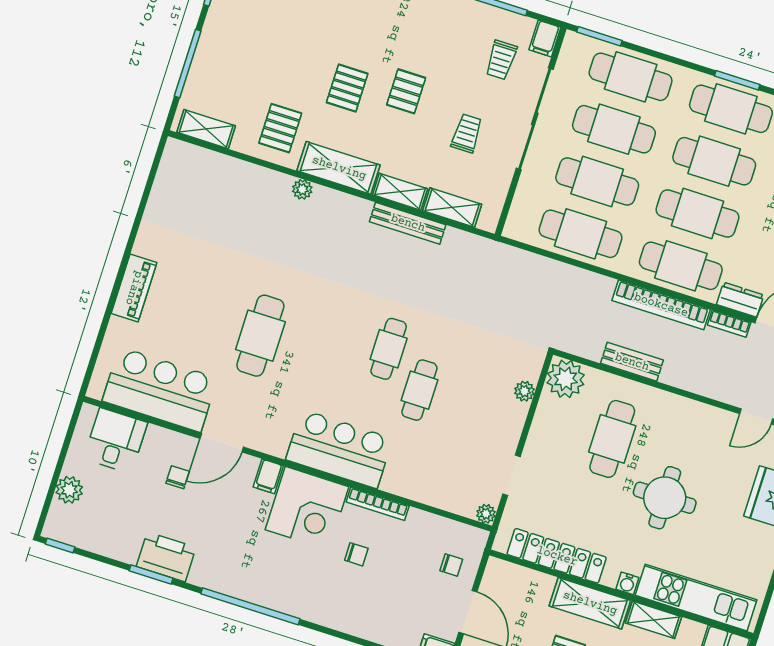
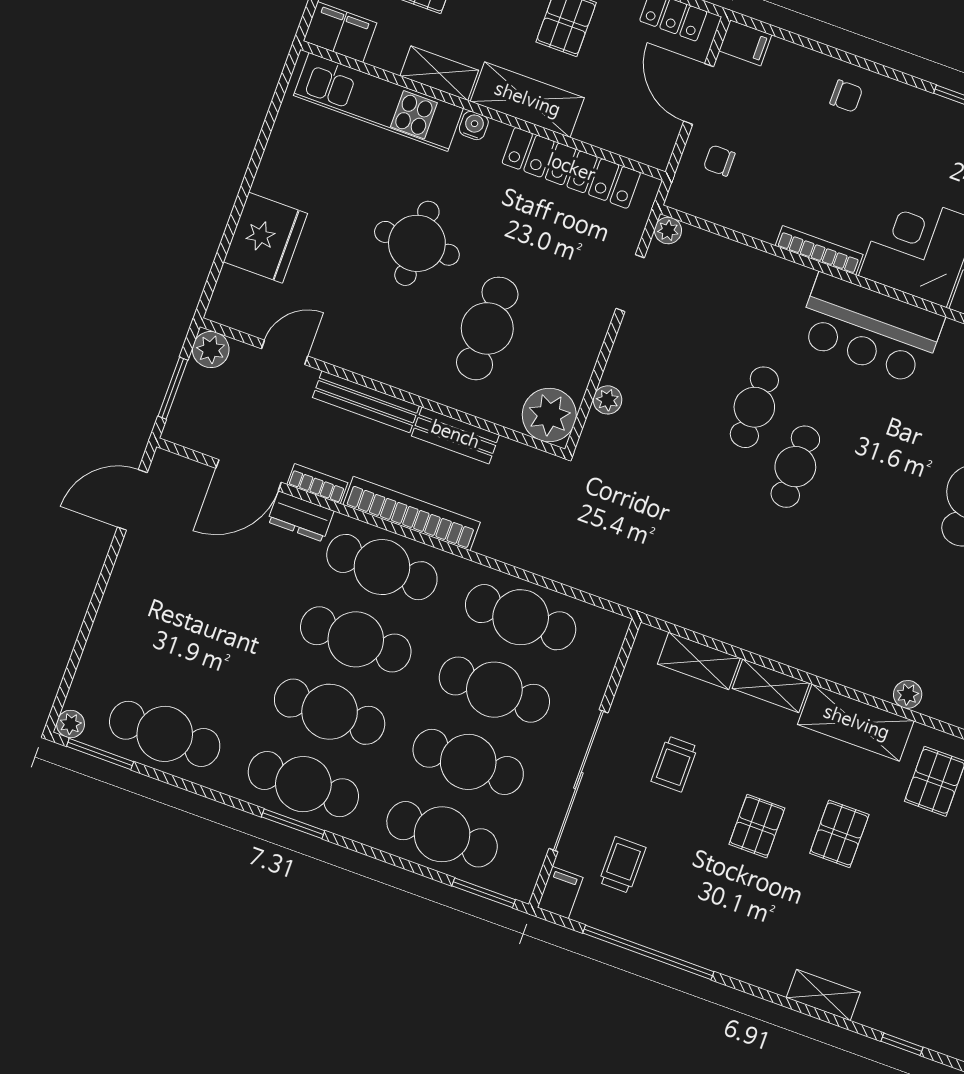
bench: (408, 223) -> (366, 402), moved
chair: (356, 554) -> (846, 96), moved, turned 180

